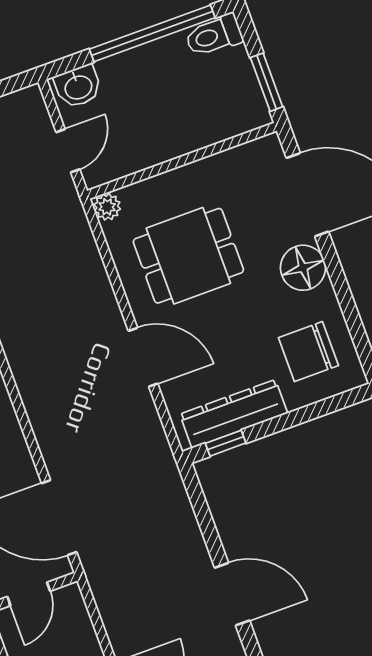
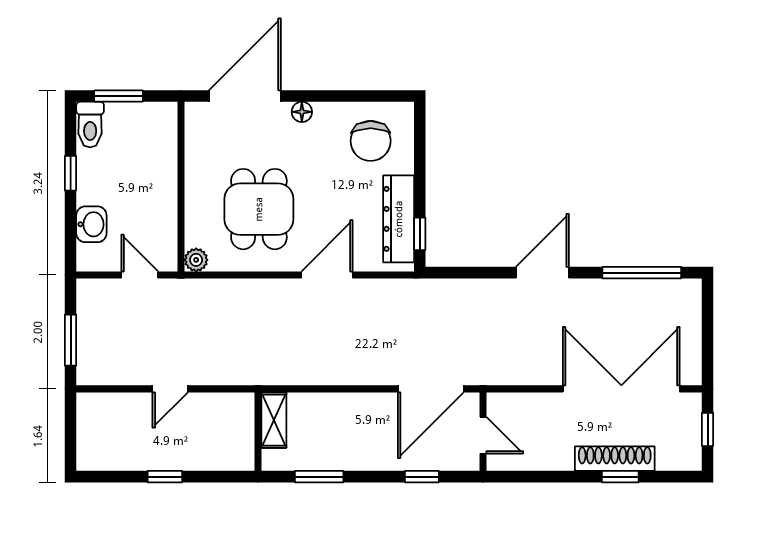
window: (152, 33) -> (71, 173), width x0.32
window: (267, 82) -> (118, 96), moved
washbasin: (78, 86) -> (91, 224), moved
floor lamp: (303, 268) -> (302, 112), width x0.53, depth x0.53

